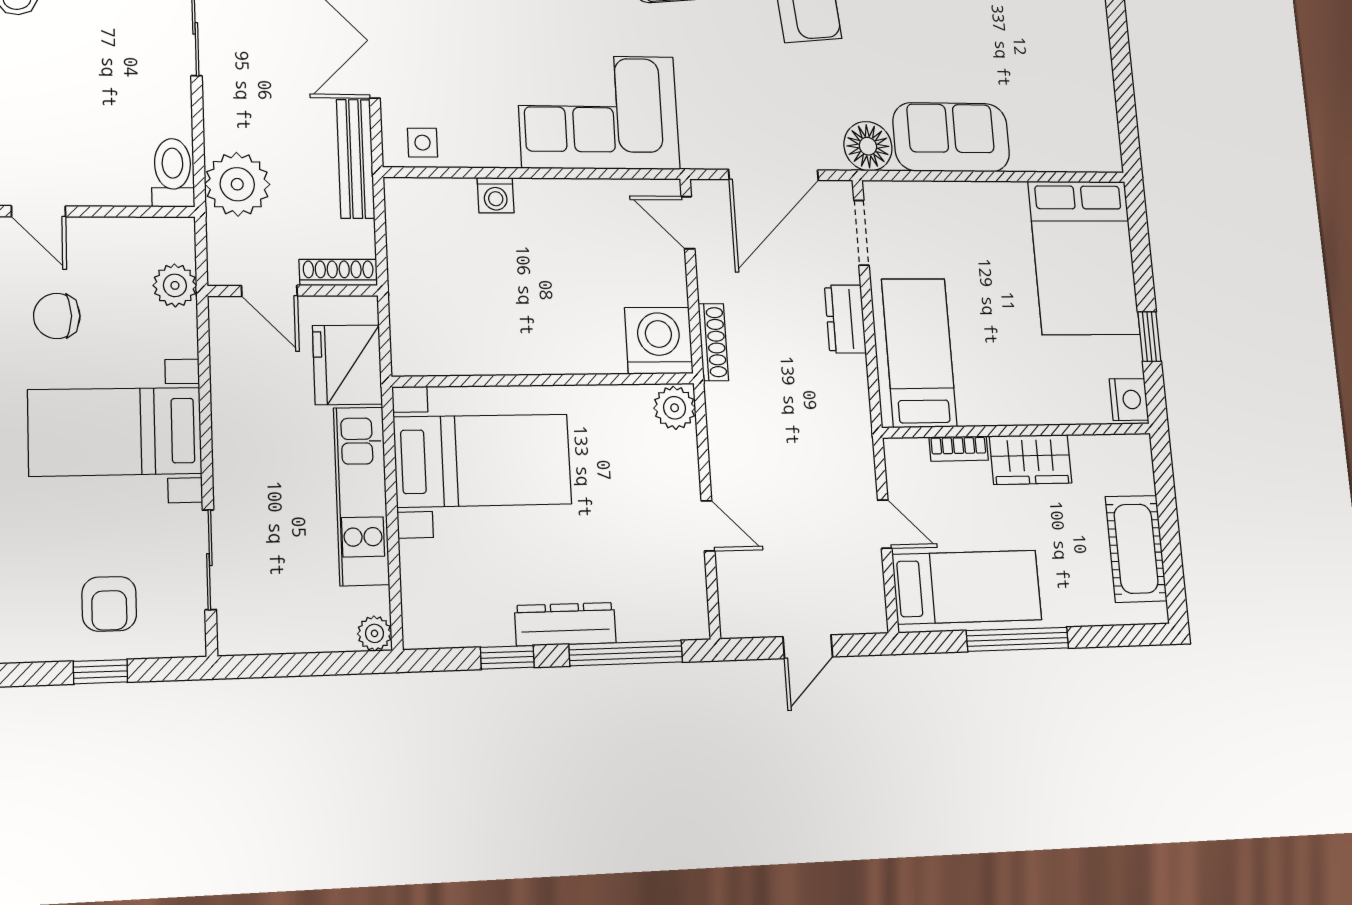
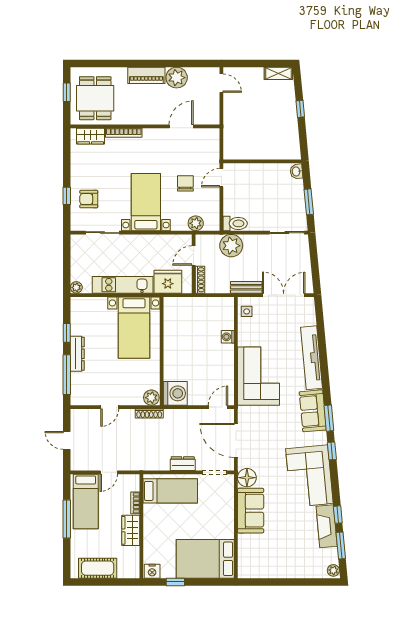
bench: (356, 159) -> (246, 287), width x0.73
shoe rack: (713, 342) -> (149, 413), moved

